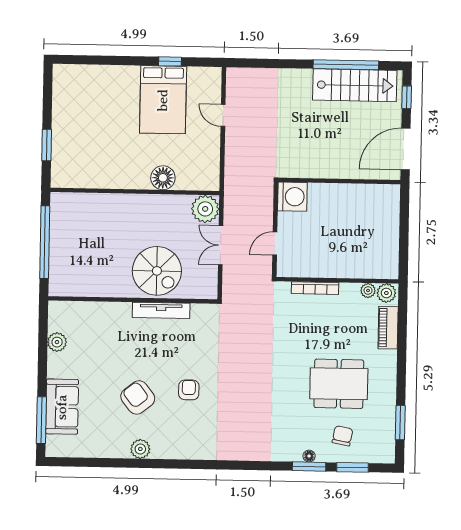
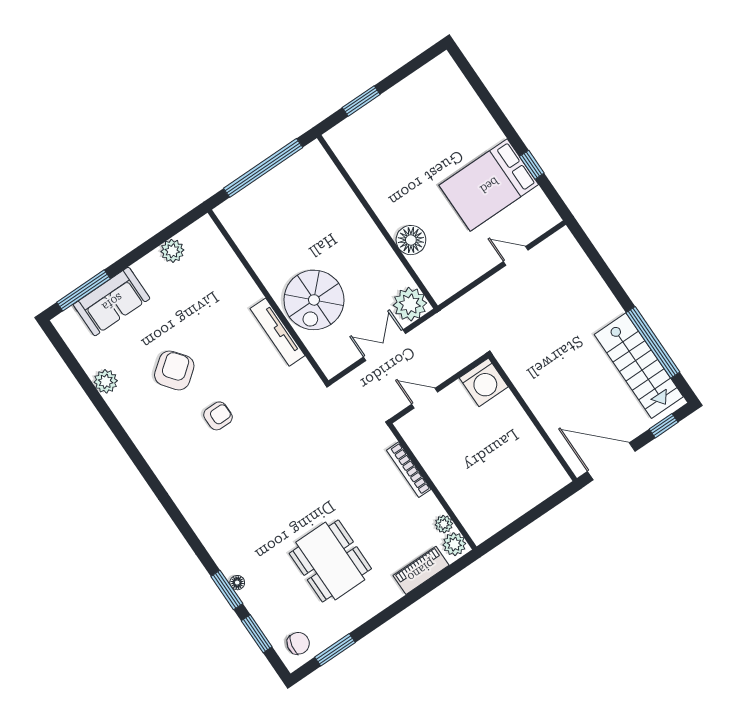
door: (223, 115) -> (516, 256), hinge flipped
chair: (343, 436) -> (298, 643), moved
plant: (140, 449) -> (106, 381), moved

